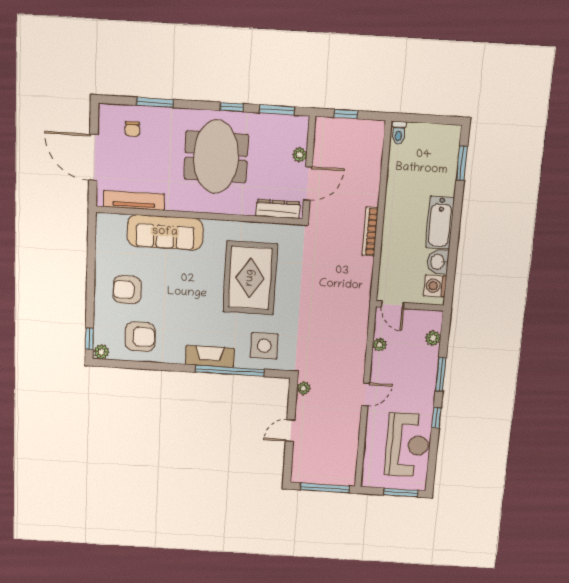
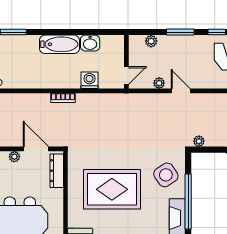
bookcase: (370, 232) -> (63, 98), width x0.64
washing machine: (435, 286) -> (89, 80), moved, turned 180
side table: (264, 346) -> (166, 175), turned -34
door: (366, 394) -> (181, 91), moved

